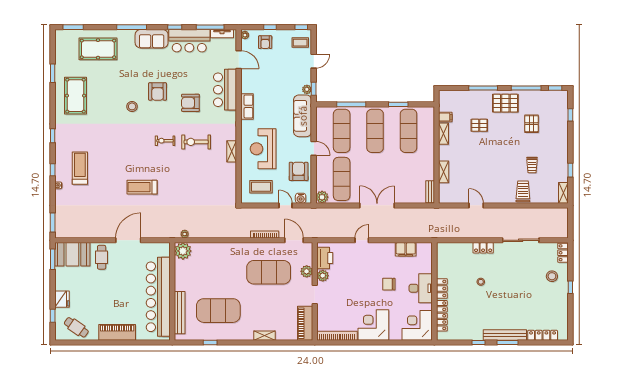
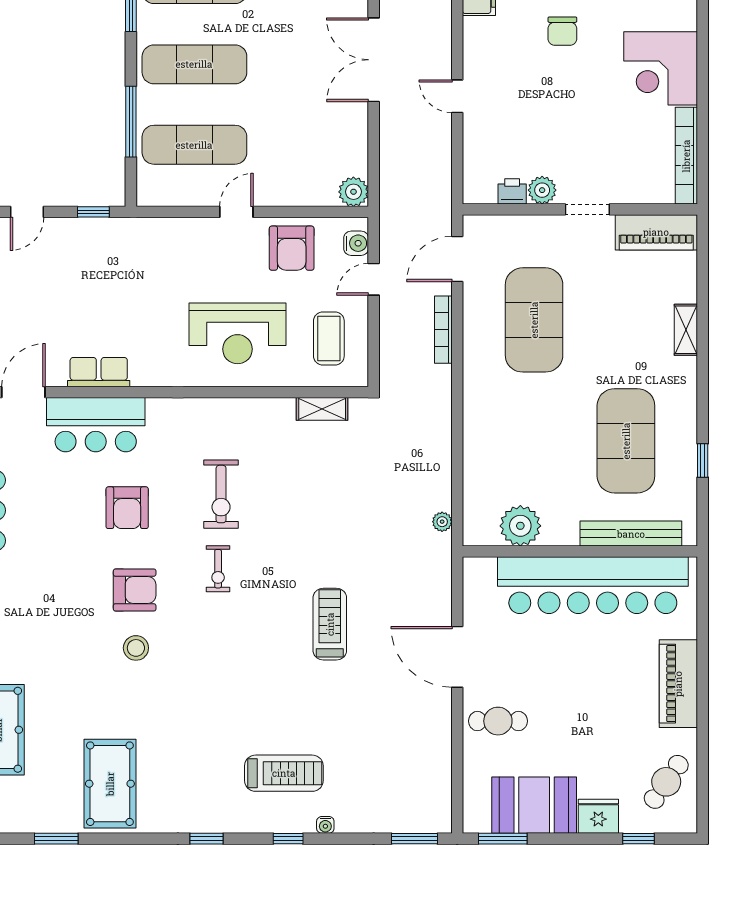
door: (314, 61) -> (27, 212), swing flipped
plant: (307, 89) -> (95, 228), removed
armchair: (158, 92) -> (135, 590), moved
pool table: (76, 96) -> (110, 784), turned 90
row of seats: (247, 106) -> (99, 372), moved
sofa: (303, 116) -> (158, 239), removed
shelving: (232, 151) -> (322, 409), moved
treadmill: (80, 168) -> (284, 773), turned 180
armchair: (299, 171) -> (292, 248), turned -90
exercise mat: (342, 179) -> (310, 145), removed
treadmill: (142, 187) -> (330, 624), turned 180
plant: (183, 251) -> (520, 526), moved
booth: (72, 254) -> (534, 805), moved, turned 90
printer: (325, 258) -> (512, 191), width x0.53, depth x0.68
plant: (307, 271) -> (532, 229), removed

